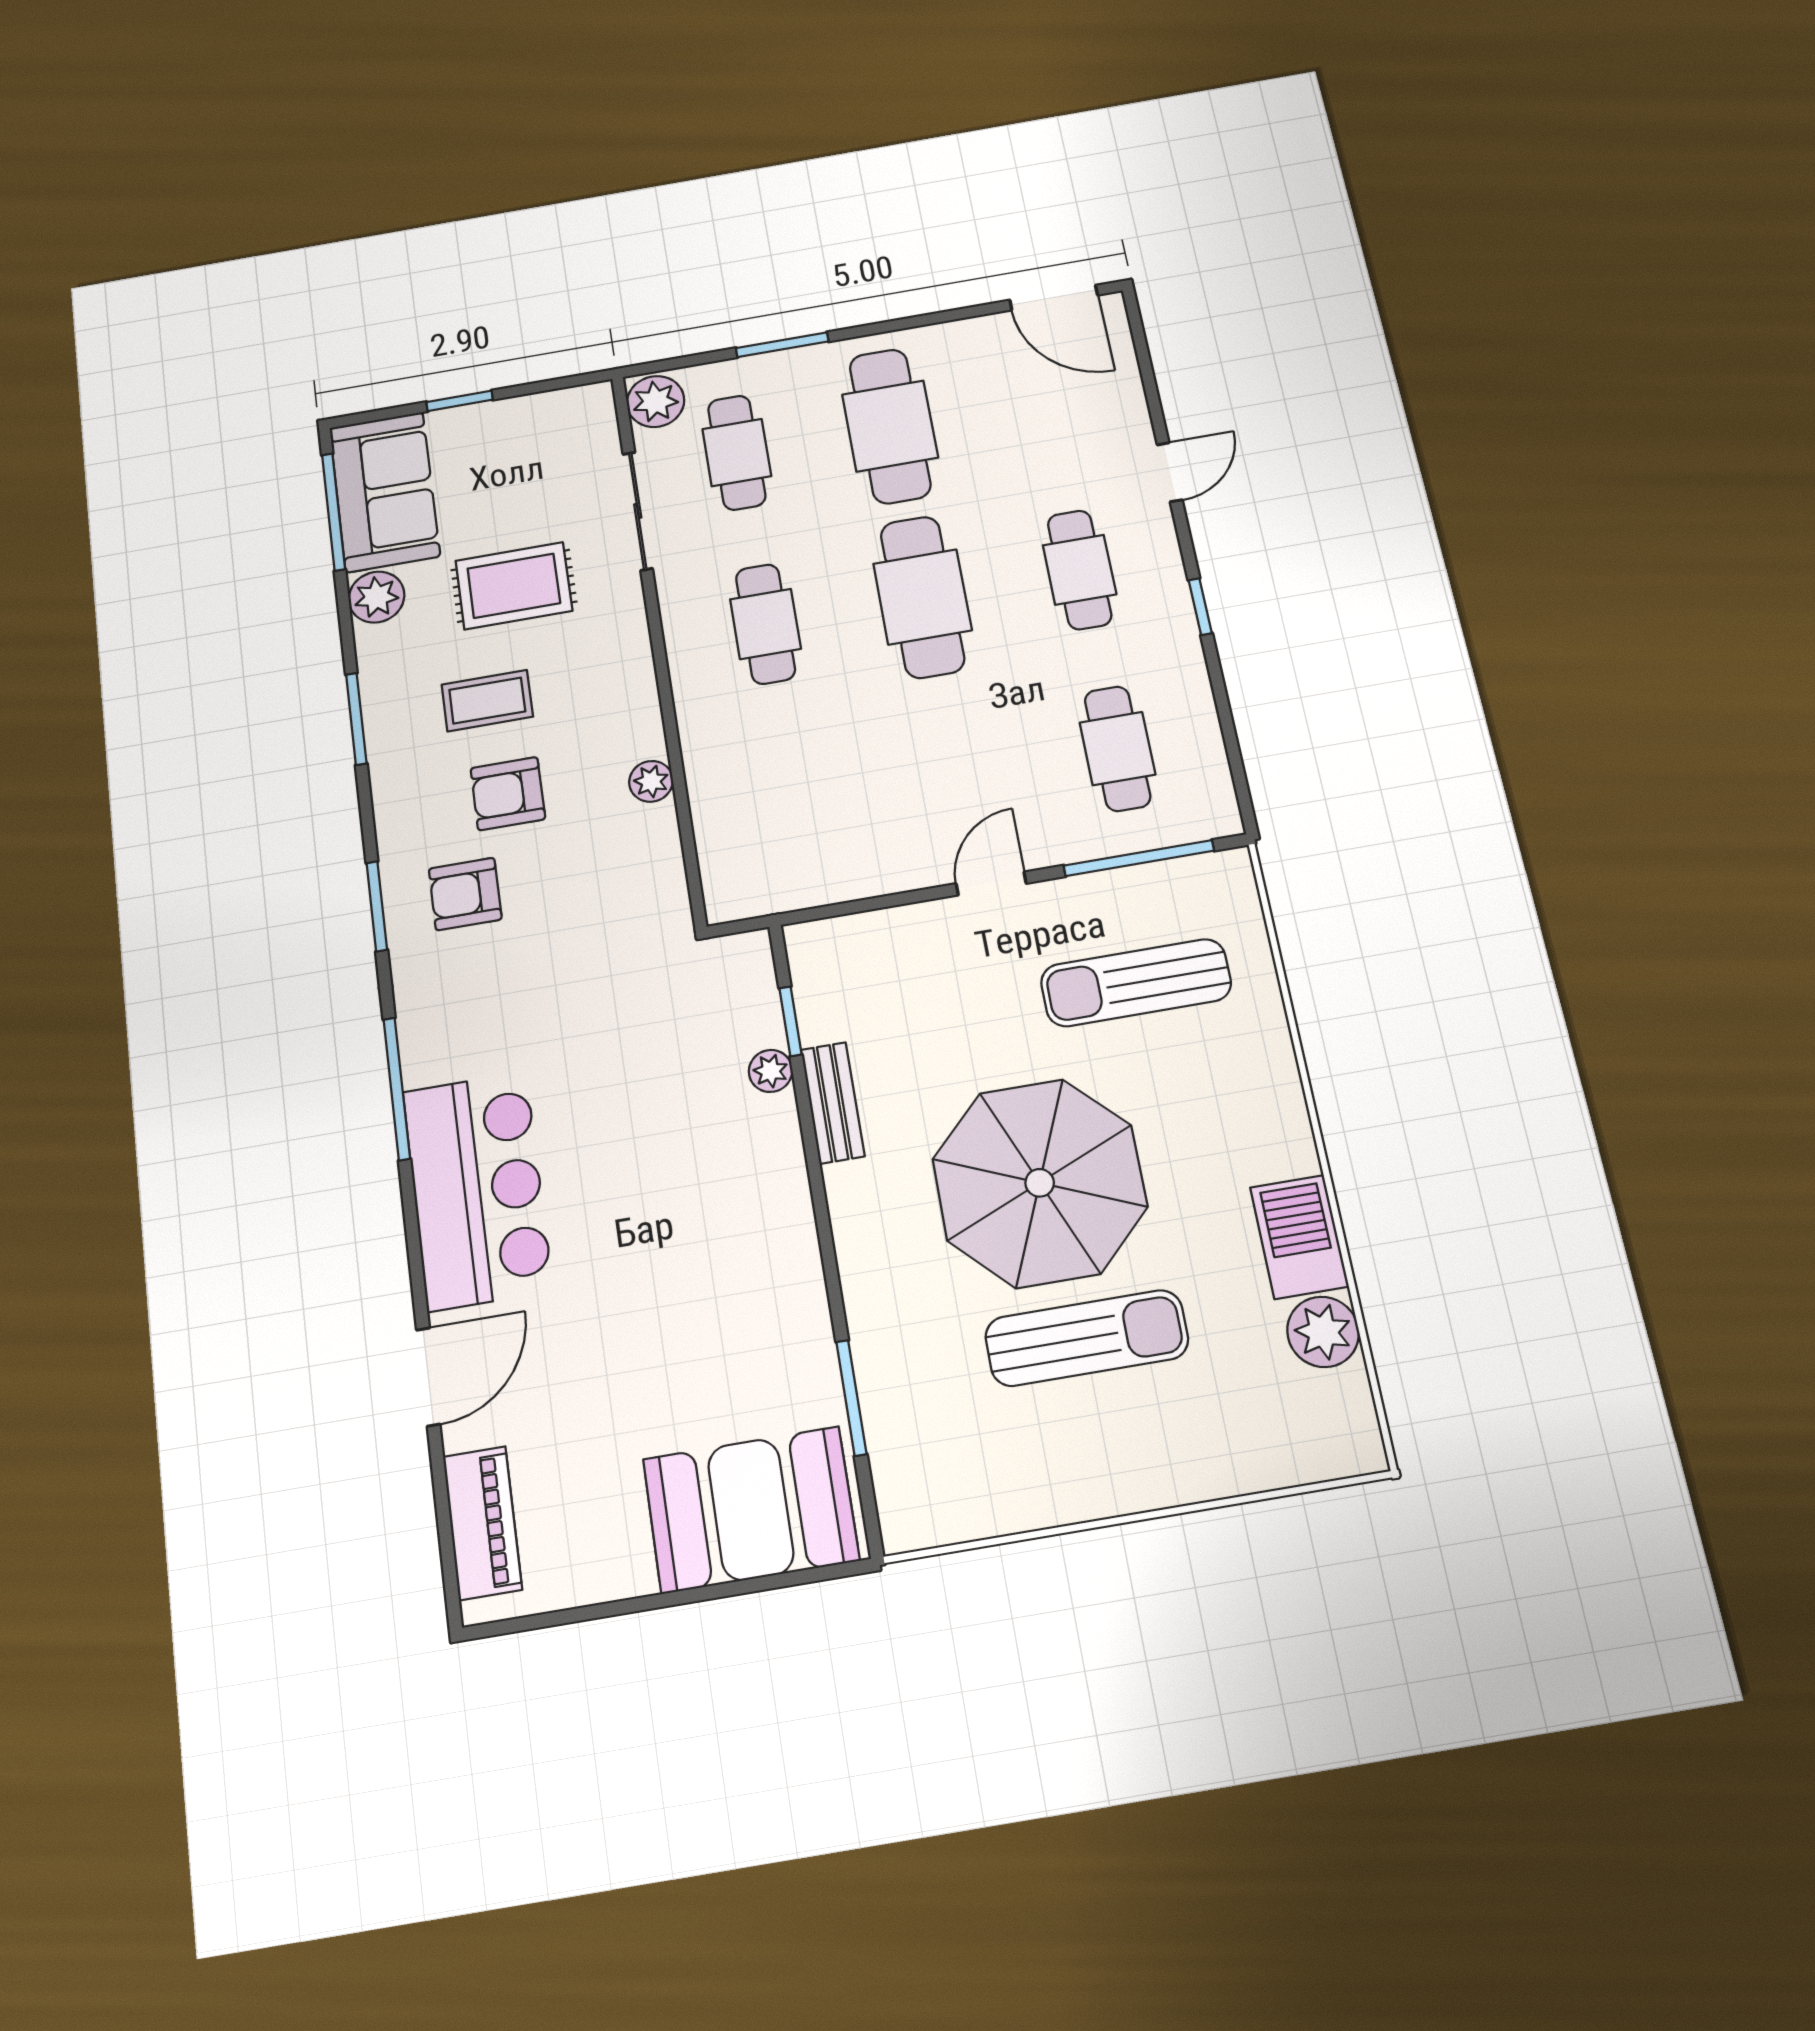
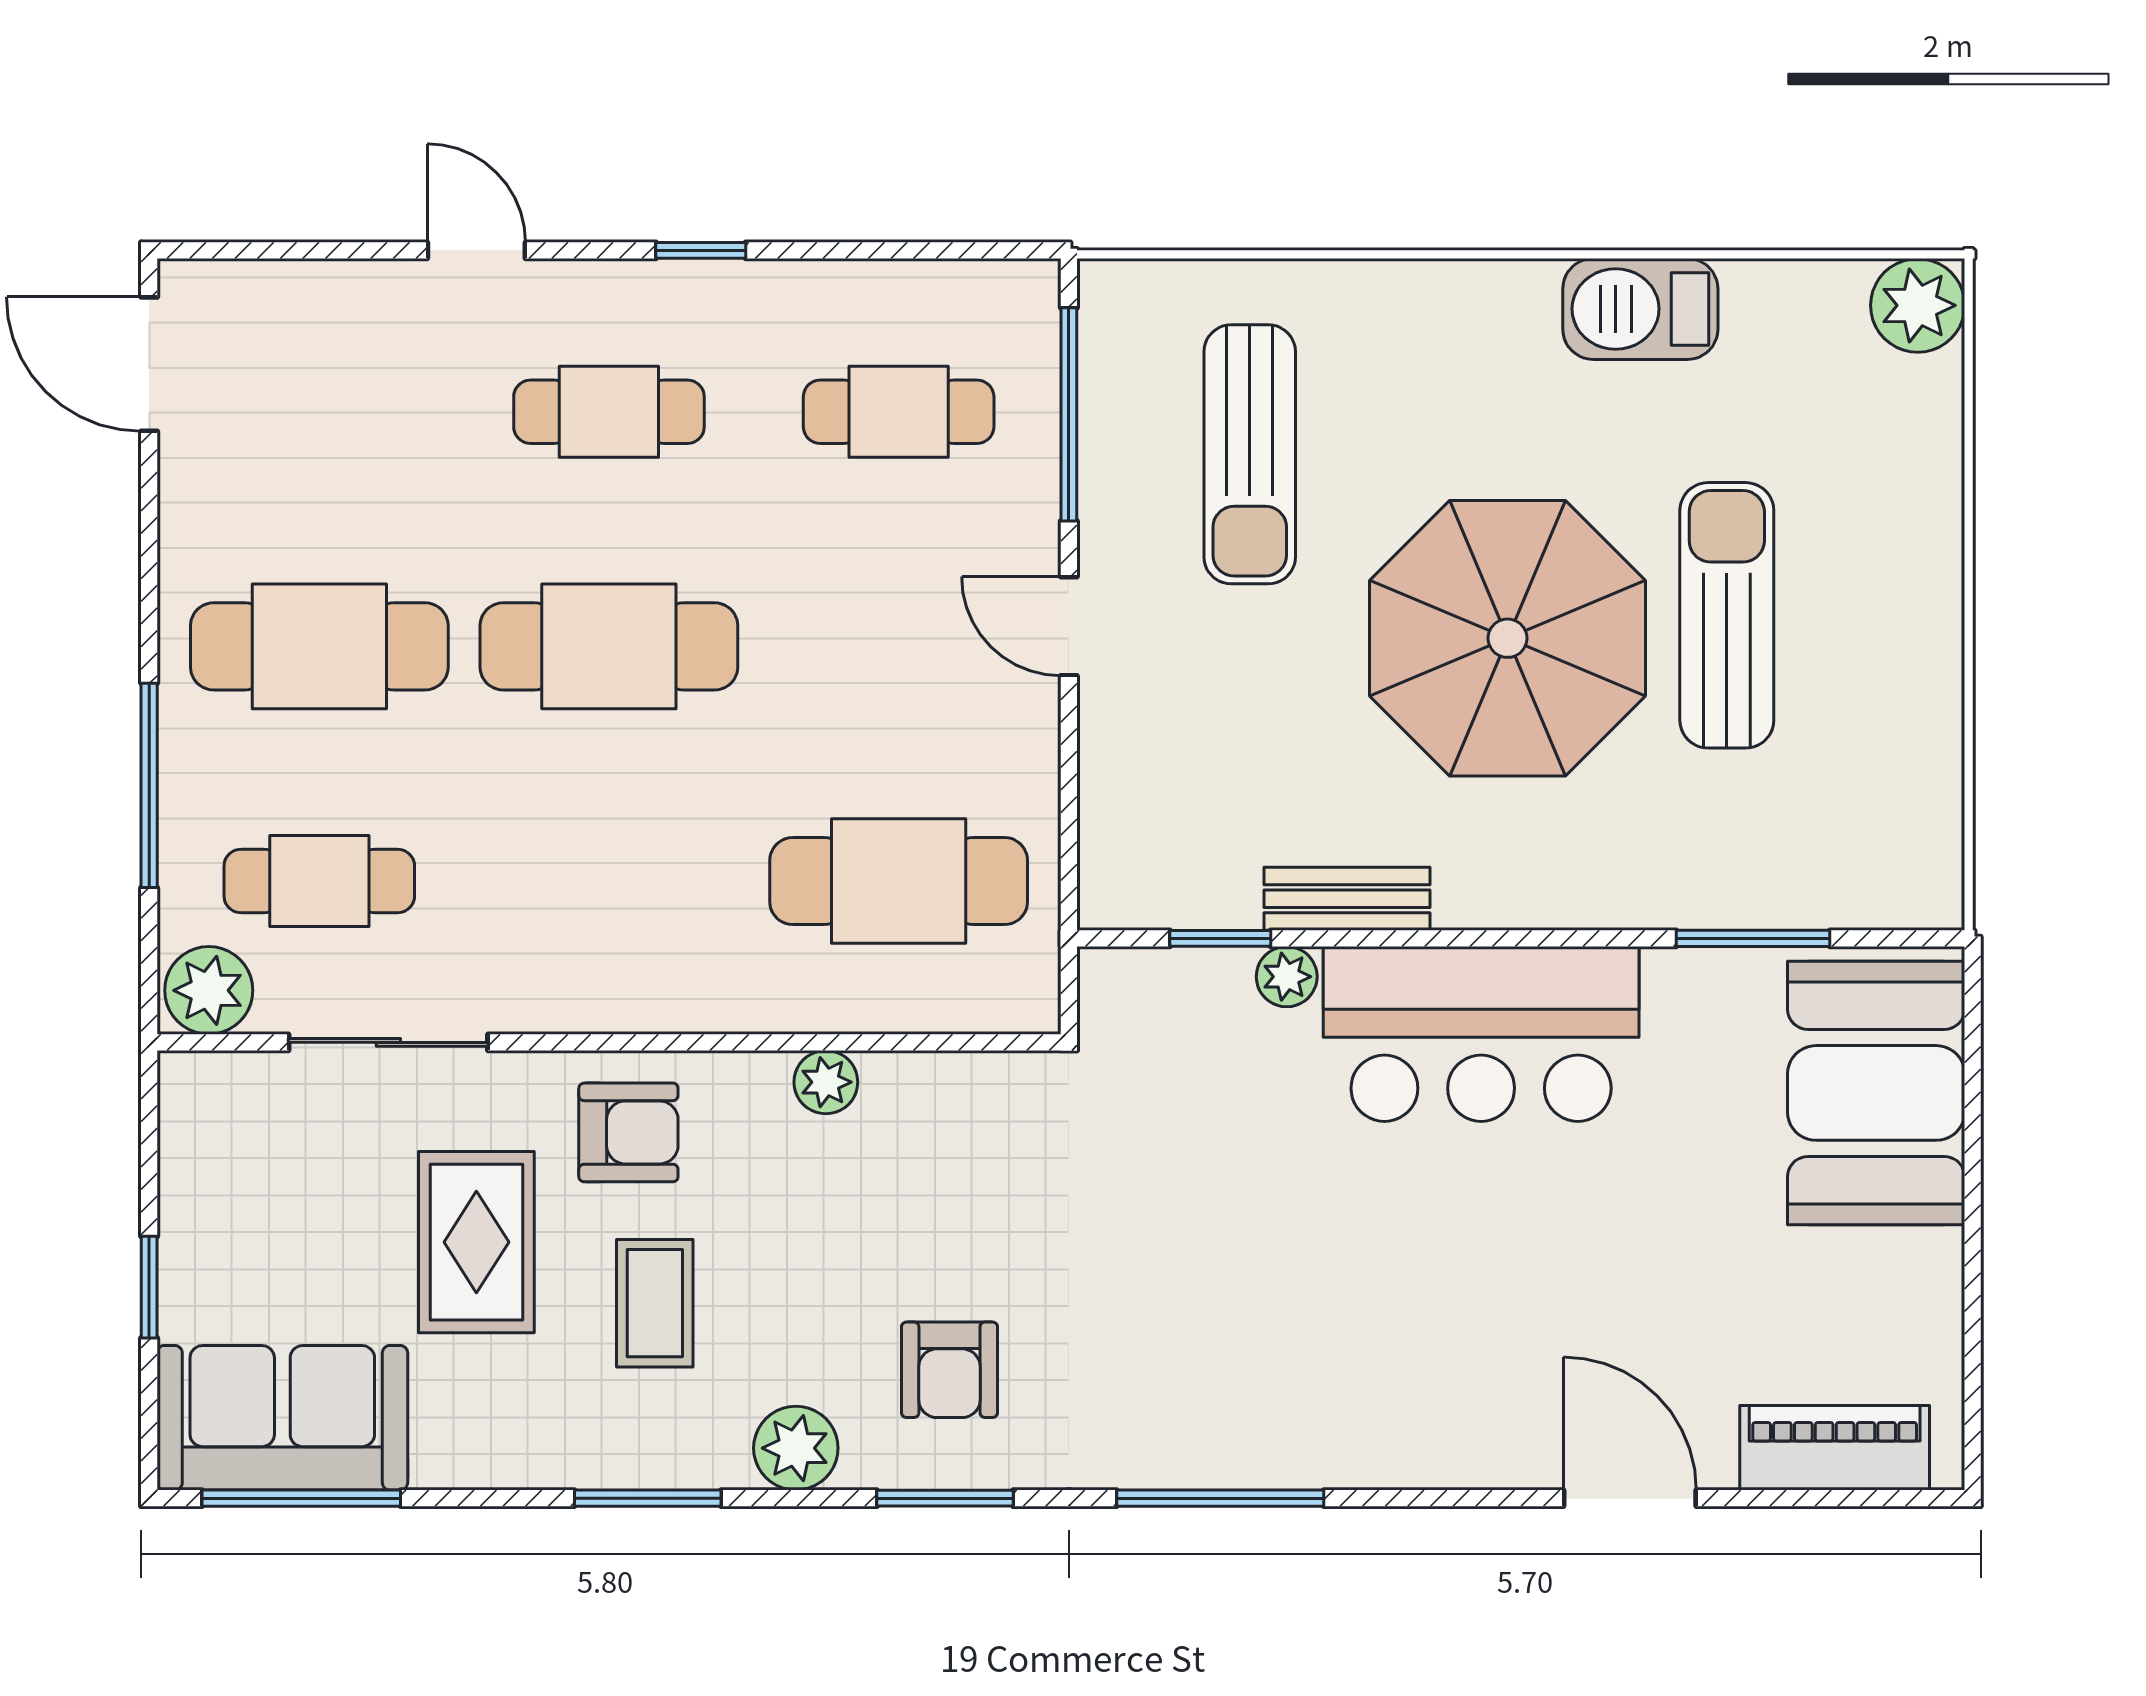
door: (1054, 298) -> (149, 364), swing flipped
window: (782, 345) -> (149, 785), width x1.44
plant: (376, 597) -> (796, 1448), moved
cafe table: (765, 624) -> (899, 881), moved, width x1.37, depth x1.35
armchair: (508, 794) -> (628, 1132), moved, turned -90
bar counter: (477, 1190) -> (1481, 1034), moved, turned 180
plant: (1323, 1332) -> (1918, 305), moved

